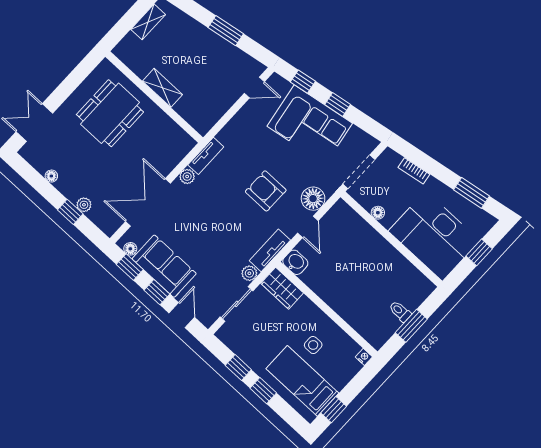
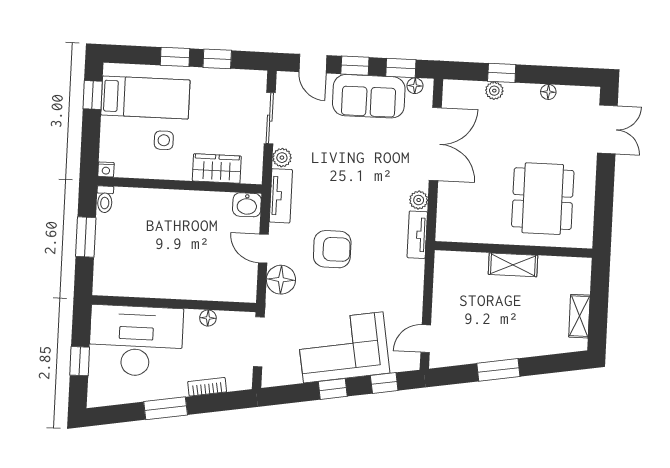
window: (471, 193) -> (166, 408), moved
wardrobe: (282, 288) -> (217, 168), moved
toilet: (400, 311) -> (105, 199), moved, turned 90

